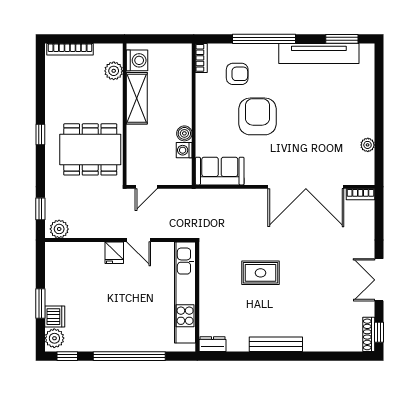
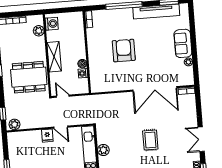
armchair: (237, 74) -> (110, 27), removed
shelving: (137, 98) -> (54, 57), moved
sofa: (220, 171) -> (183, 43), moved, turned -90
door: (146, 187) -> (63, 96), swing flipped
rug: (261, 273) -> (150, 140), moved, turned 90
plant: (209, 285) -> (103, 150), added

